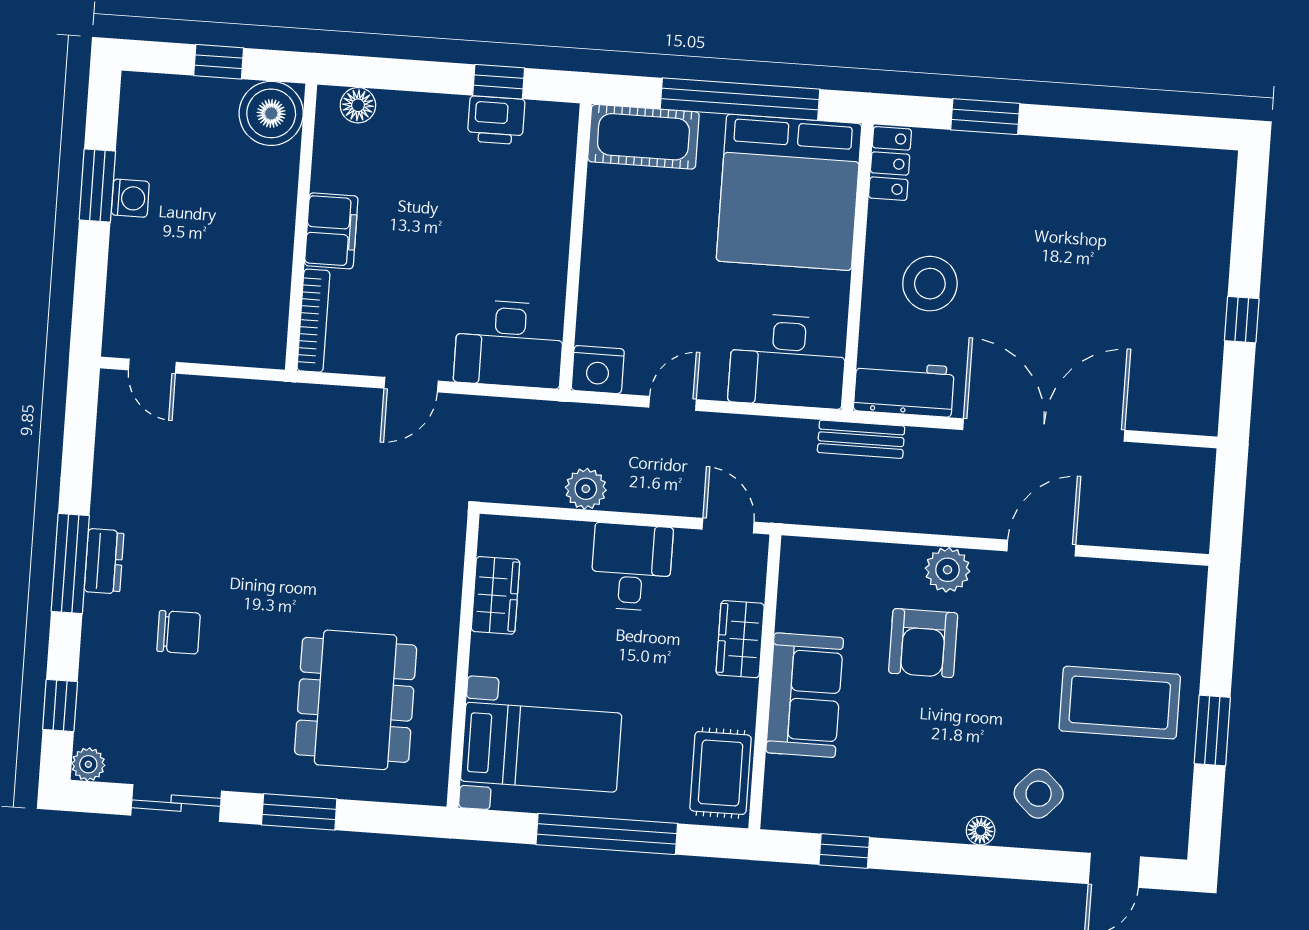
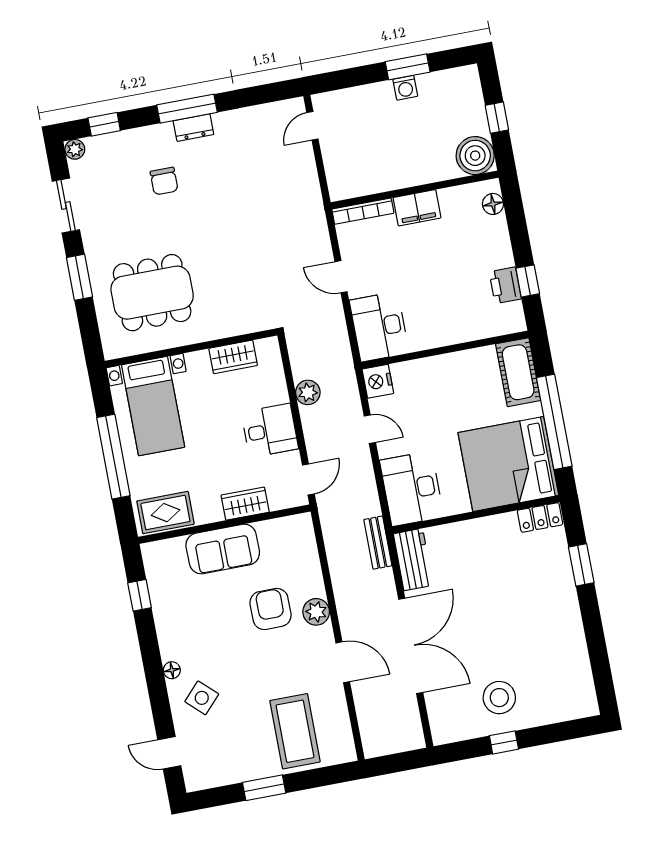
stool: (930, 284) -> (499, 698), moved
armchair: (923, 643) -> (271, 609), turned 90
coffee table: (1120, 703) -> (295, 731), moved

